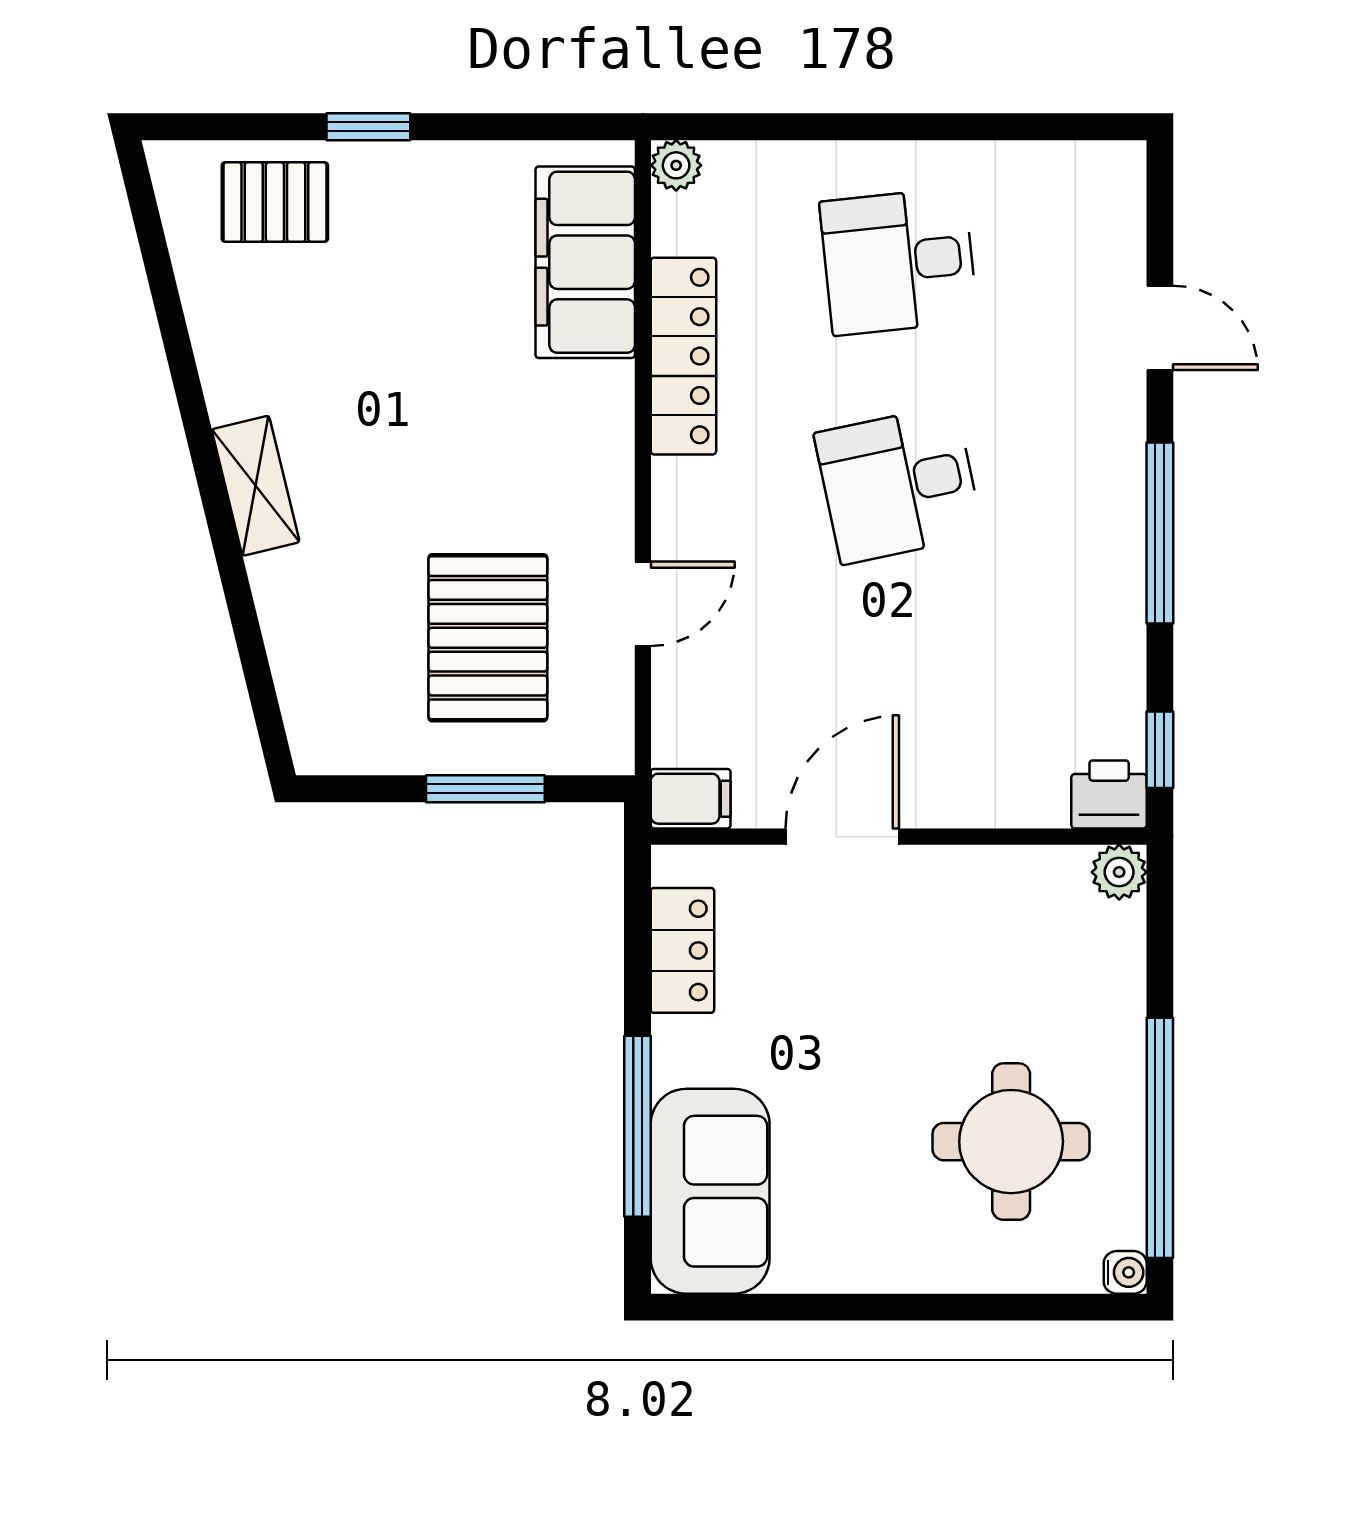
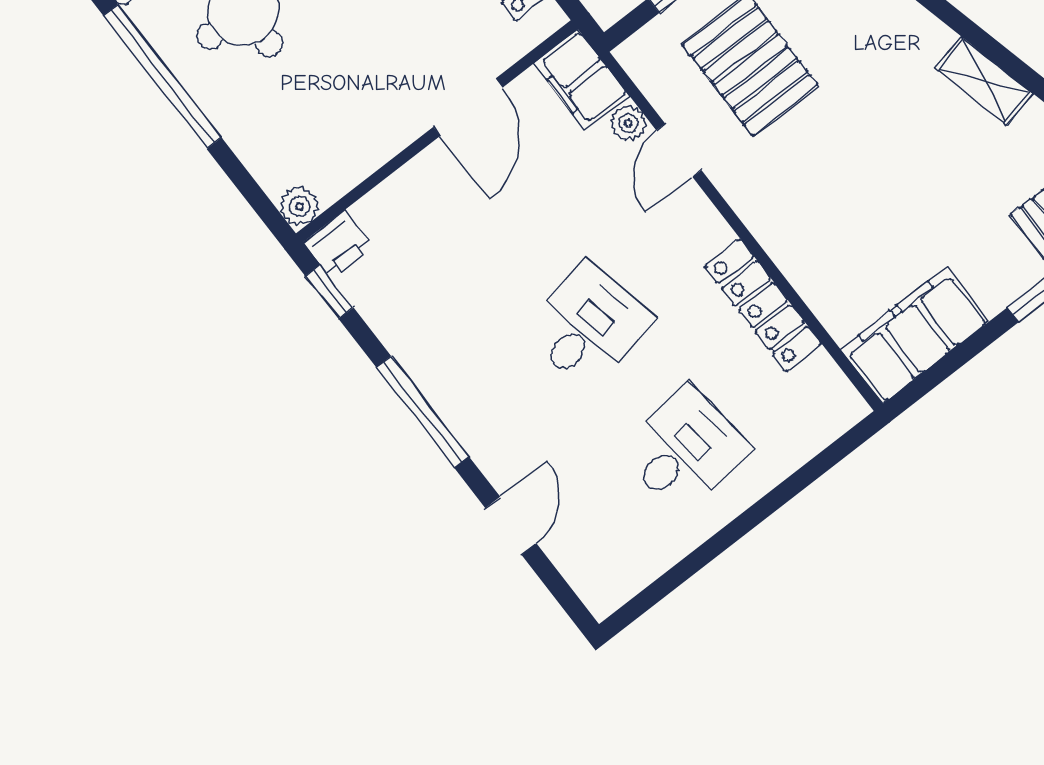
plant: (676, 165) -> (628, 123), moved
filing cabinet: (585, 262) -> (915, 335), moved, turned -90
door: (1160, 328) -> (511, 526), swing flipped
shelving: (256, 486) -> (984, 81), moved
filing cabinet: (691, 799) -> (581, 79), width x2.00

